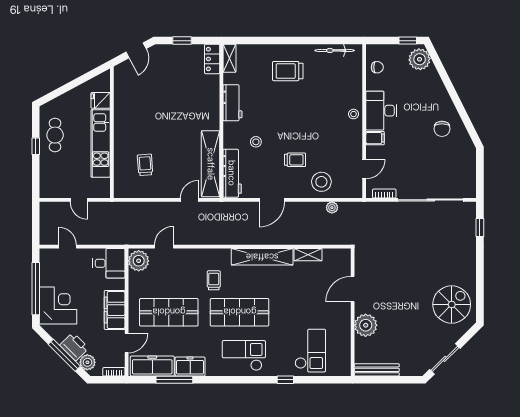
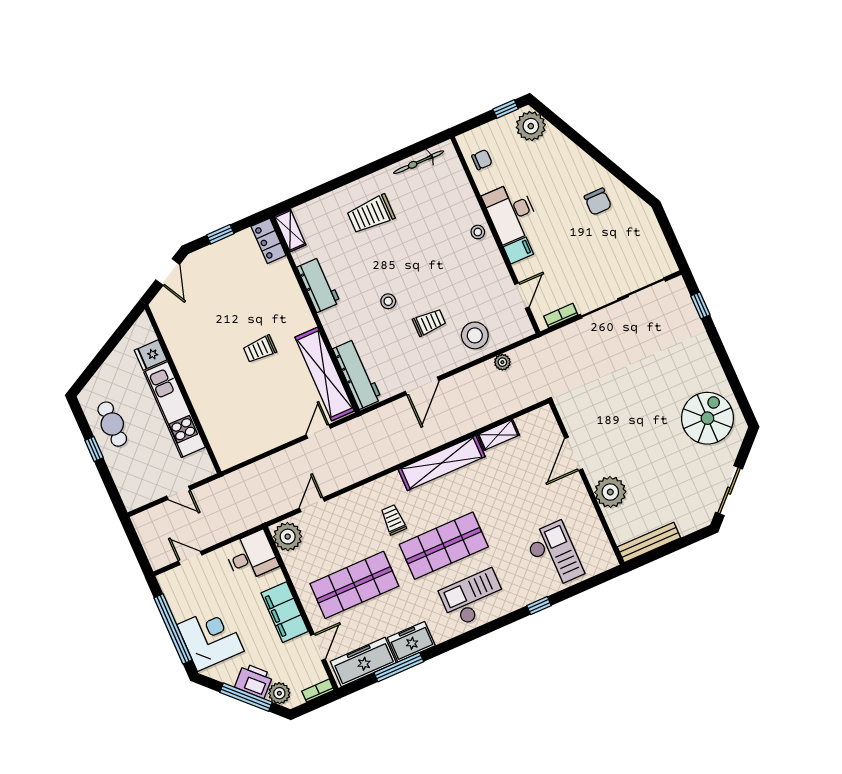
stool: (256, 142) -> (388, 301), moved
trolley: (145, 165) -> (260, 349), moved, turned -86

